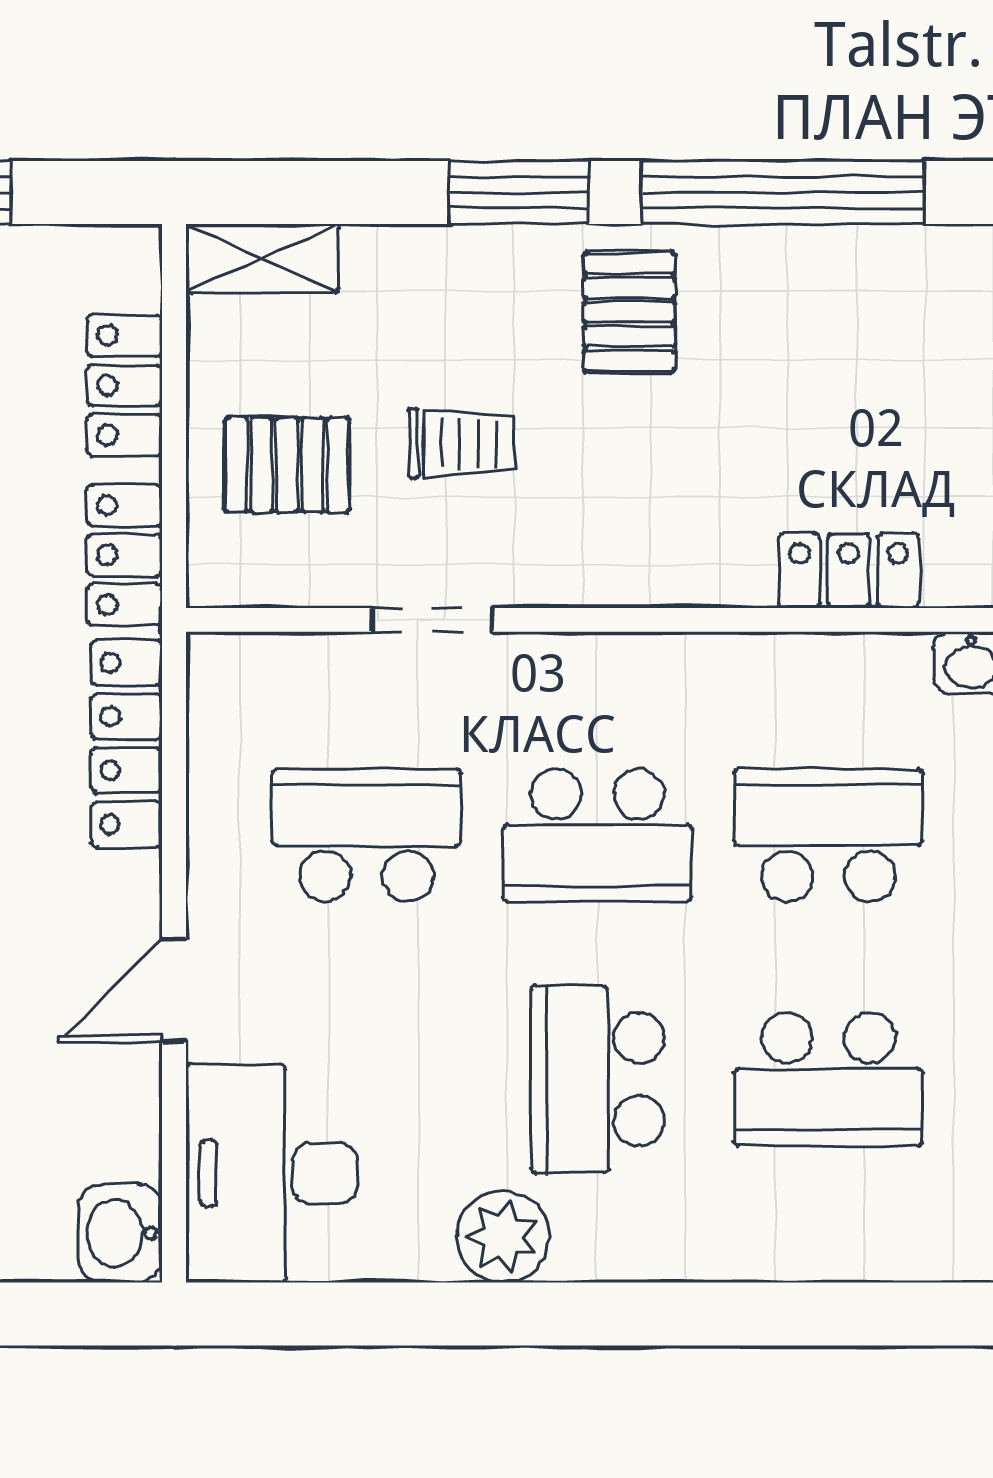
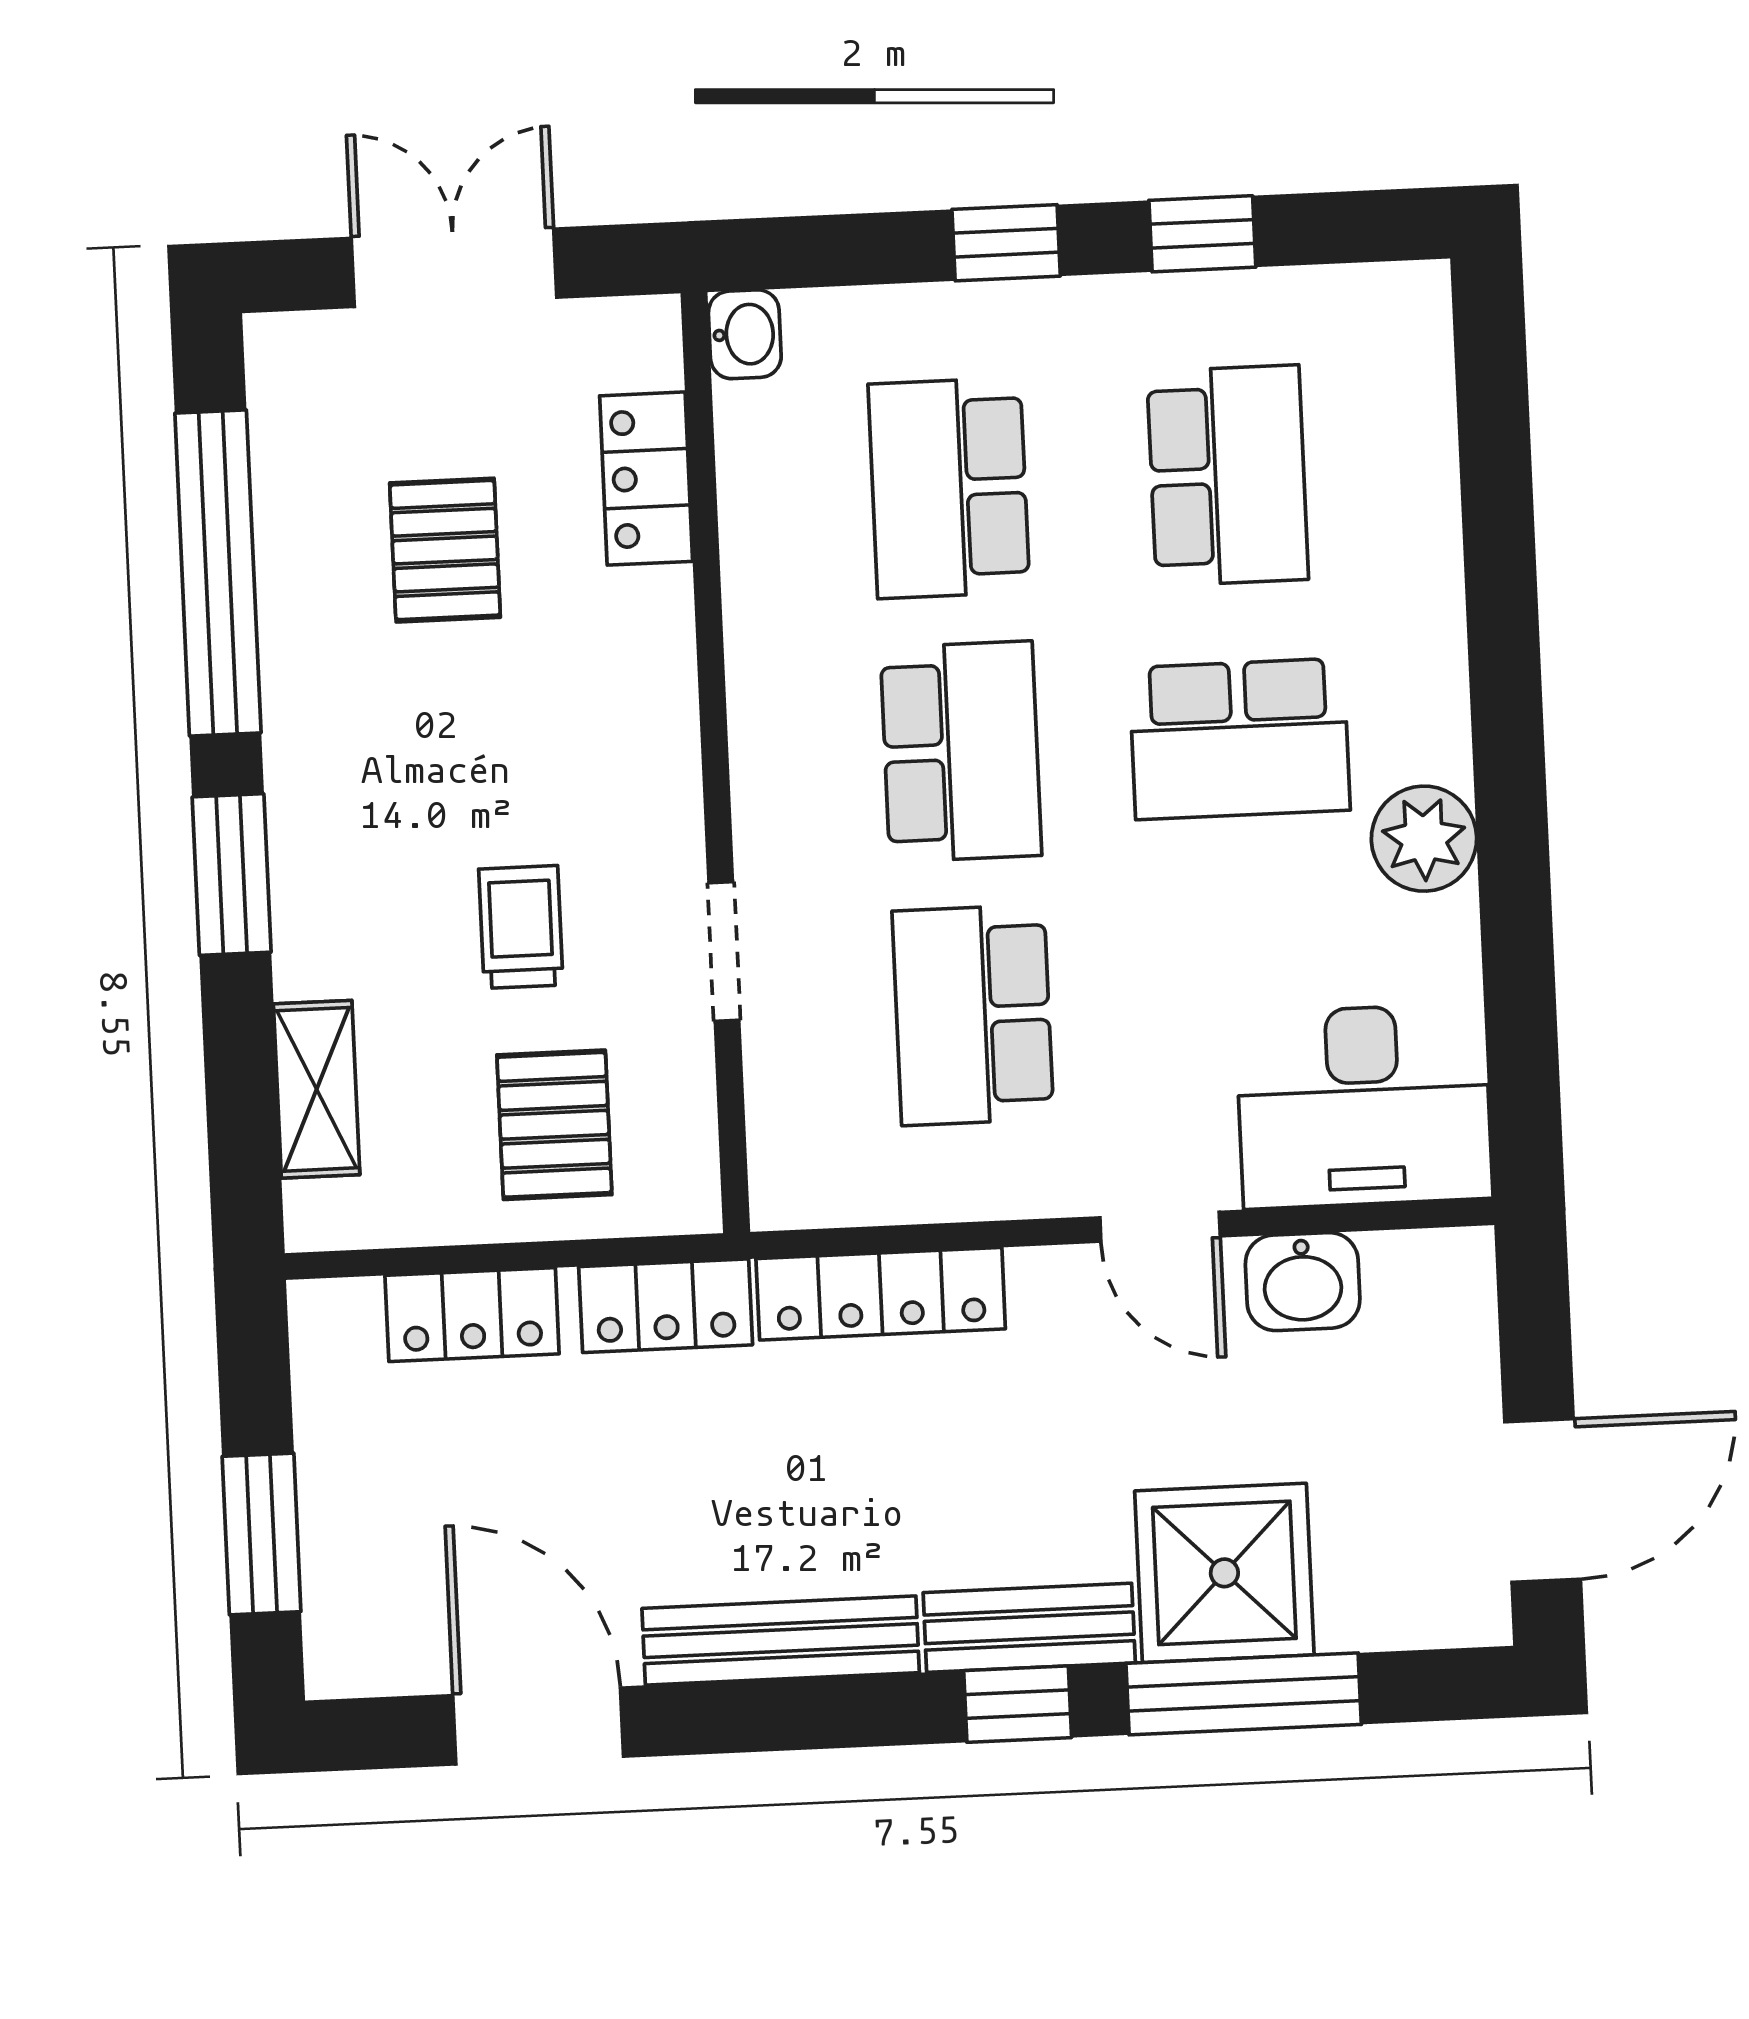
shelving: (262, 258) -> (317, 1089), moved
pallet: (629, 312) -> (445, 550), moved, turned 90
washbasin: (120, 1233) -> (1303, 1282), moved

